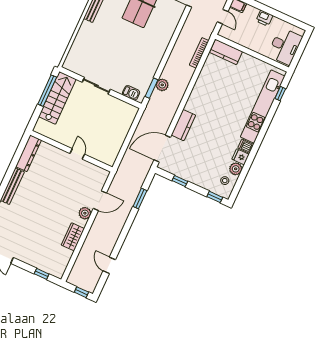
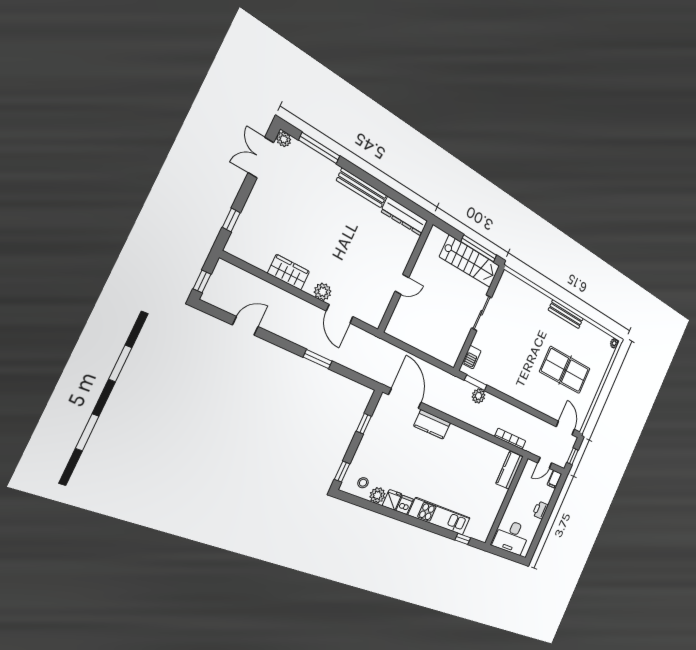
kitchen unit: (263, 107) -> (440, 516), width x0.73
window: (140, 199) -> (318, 359), moved

